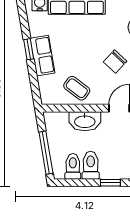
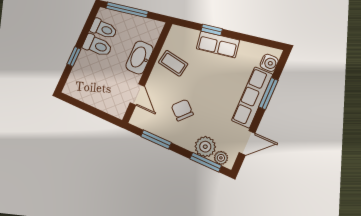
window: (29, 49) -> (212, 30), moved
coffee table: (77, 88) -> (173, 63), turned 63

